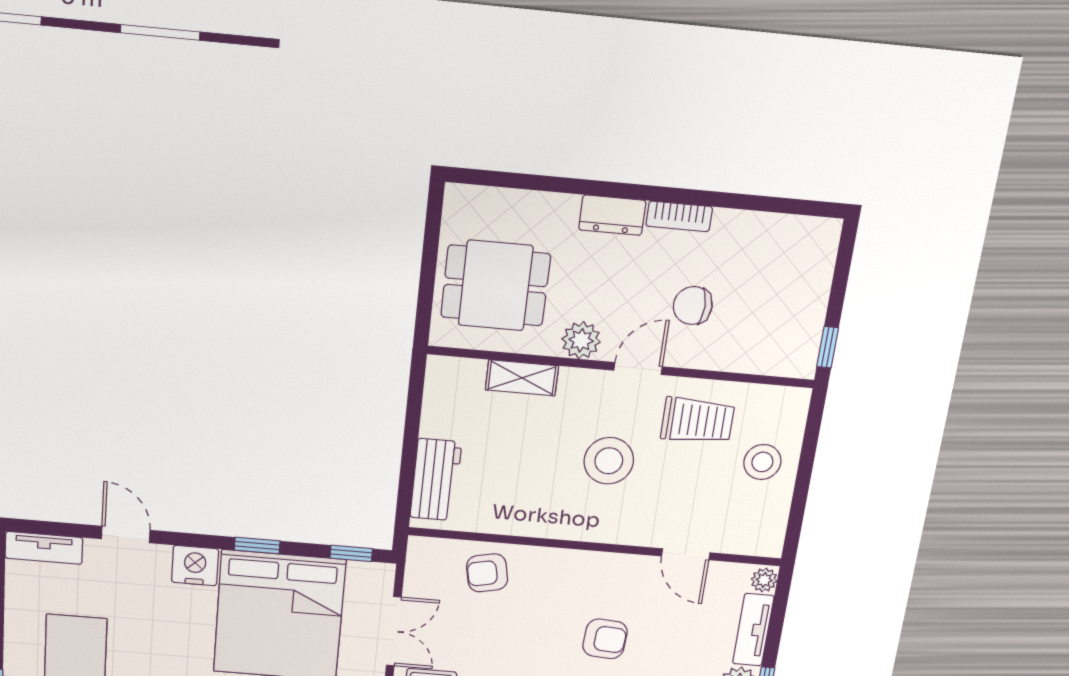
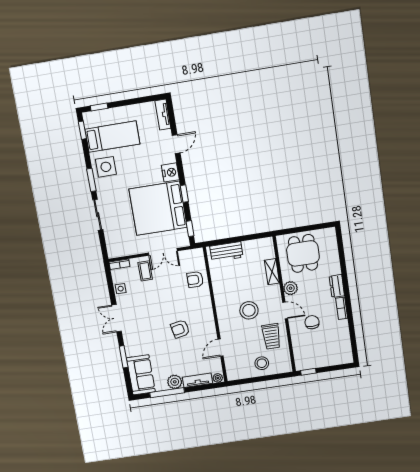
armchair: (487, 573) -> (195, 280), turned -78
armchair: (605, 639) -> (180, 329), turned 75

